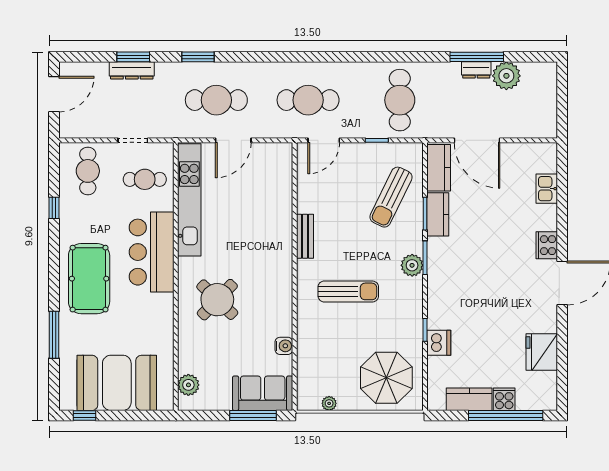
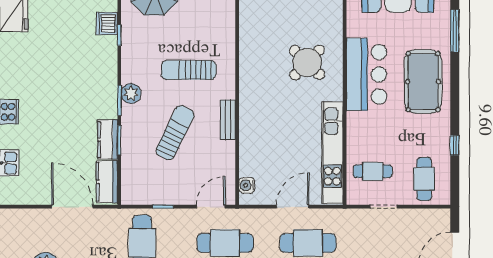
sun lounger: (391, 197) -> (175, 133), moved
bar counter: (152, 252) -> (366, 74), moved
water cooler: (284, 346) -> (247, 185), moved

